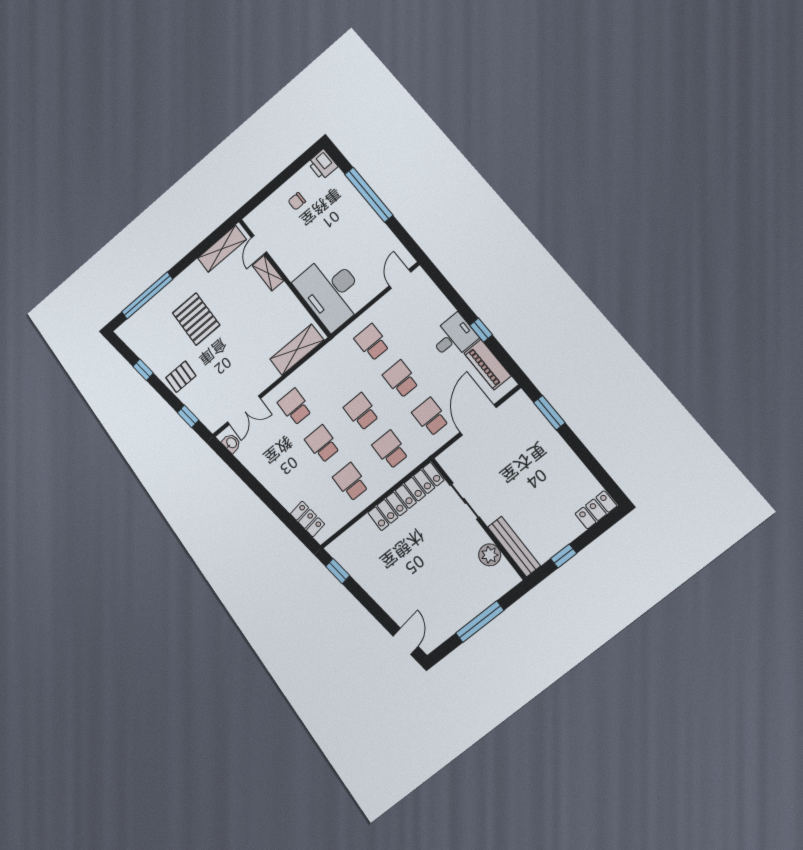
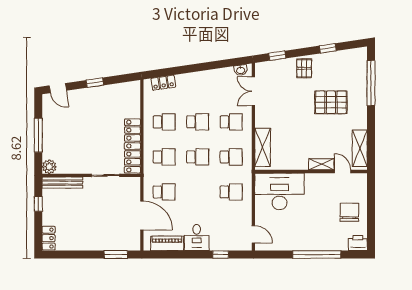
chair: (297, 201) -> (349, 212), width x1.87, depth x1.87
window: (481, 330) -> (221, 255), moved
school desk: (401, 379) -> (231, 157), moved
plant: (490, 555) -> (49, 167), moved
window: (338, 571) -> (95, 83), moved

